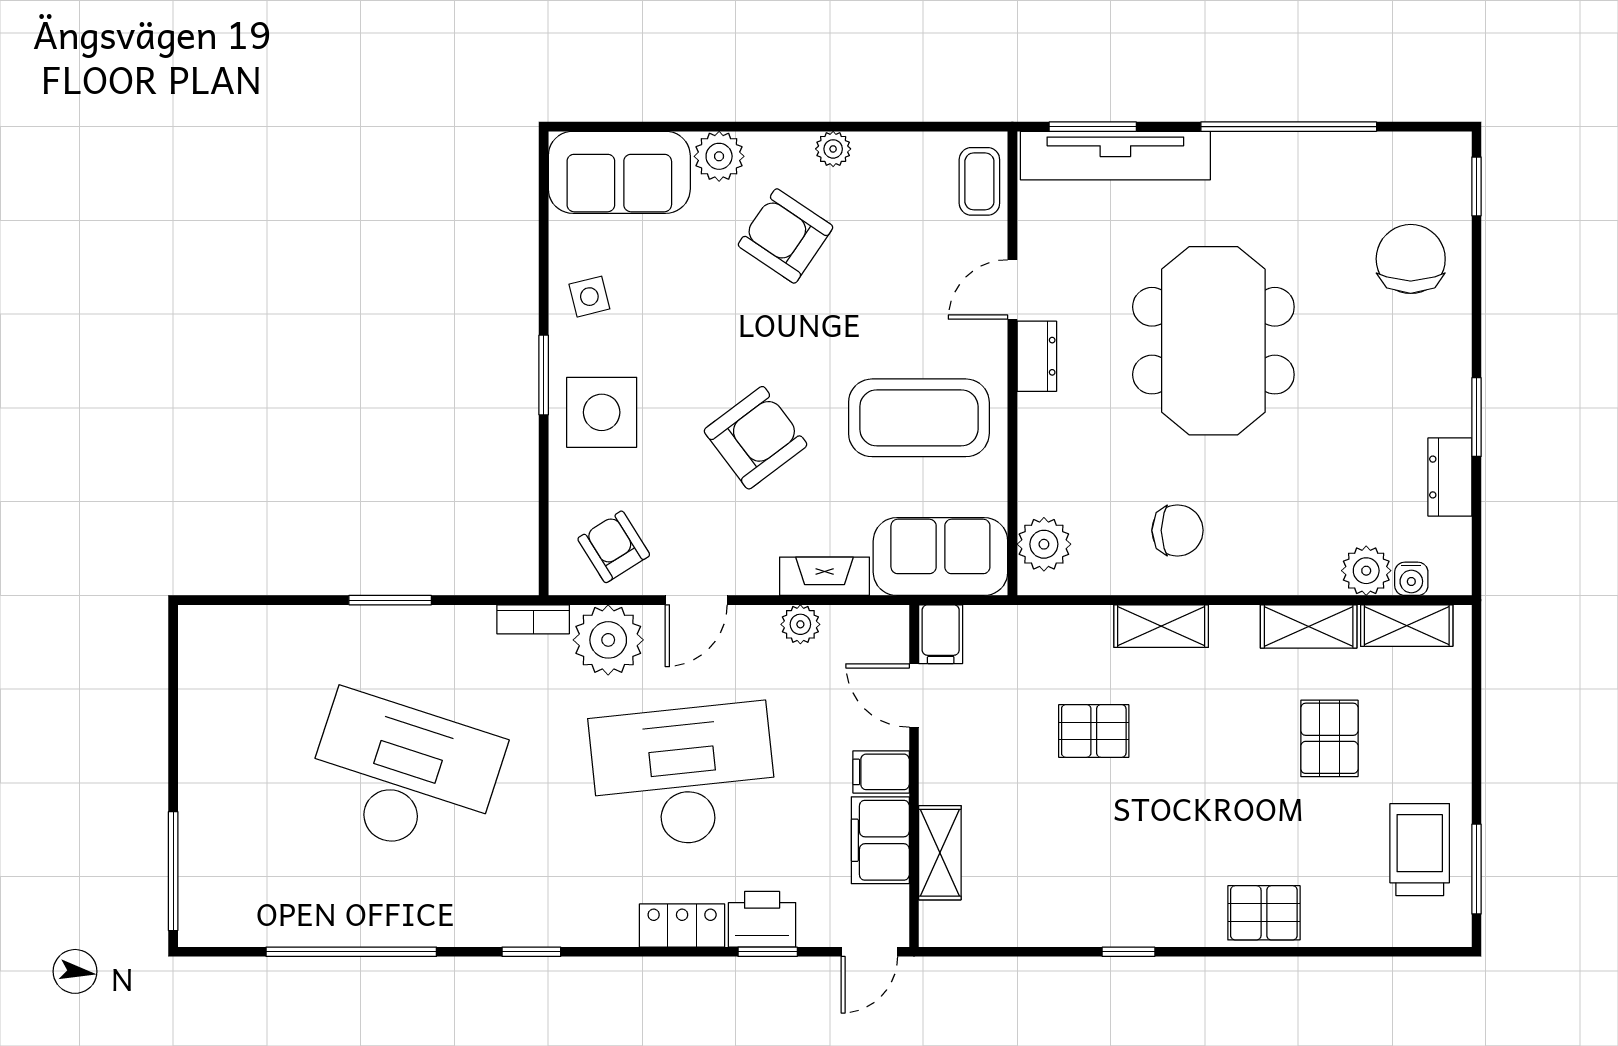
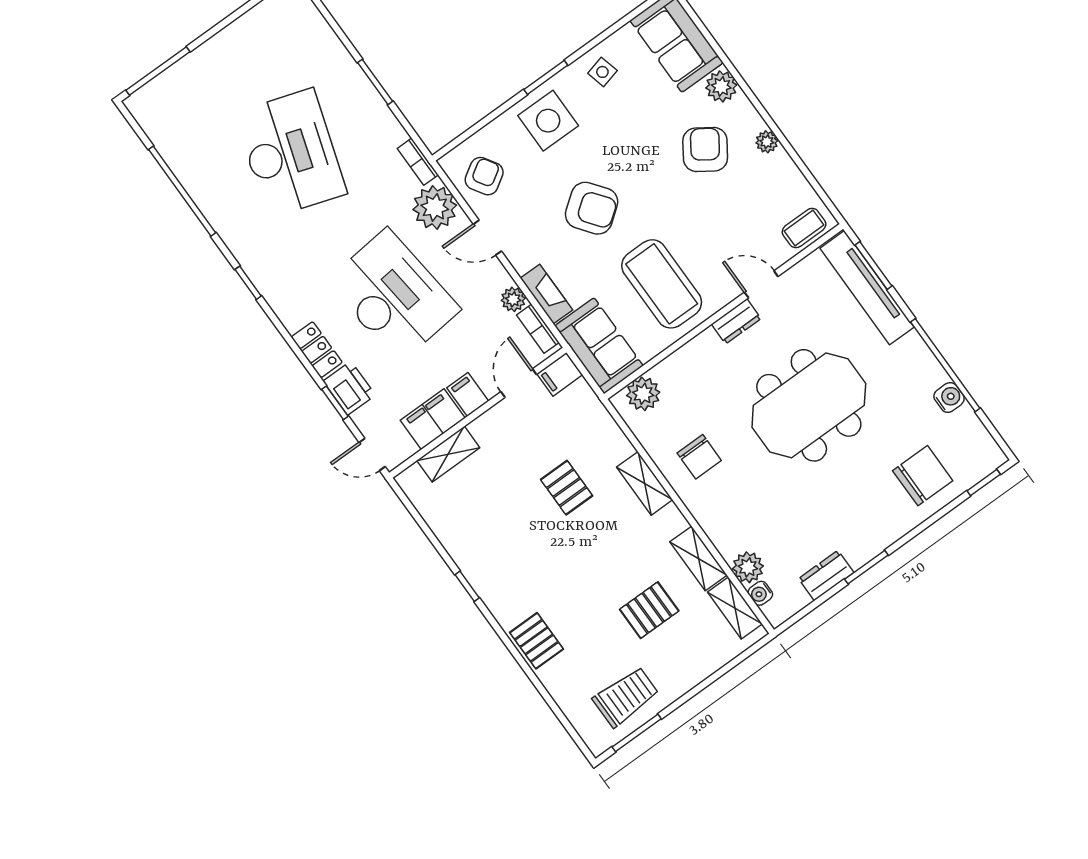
water cooler: (1334, 152) -> (949, 397), added
bookcase: (861, 620) -> (538, 329), added

